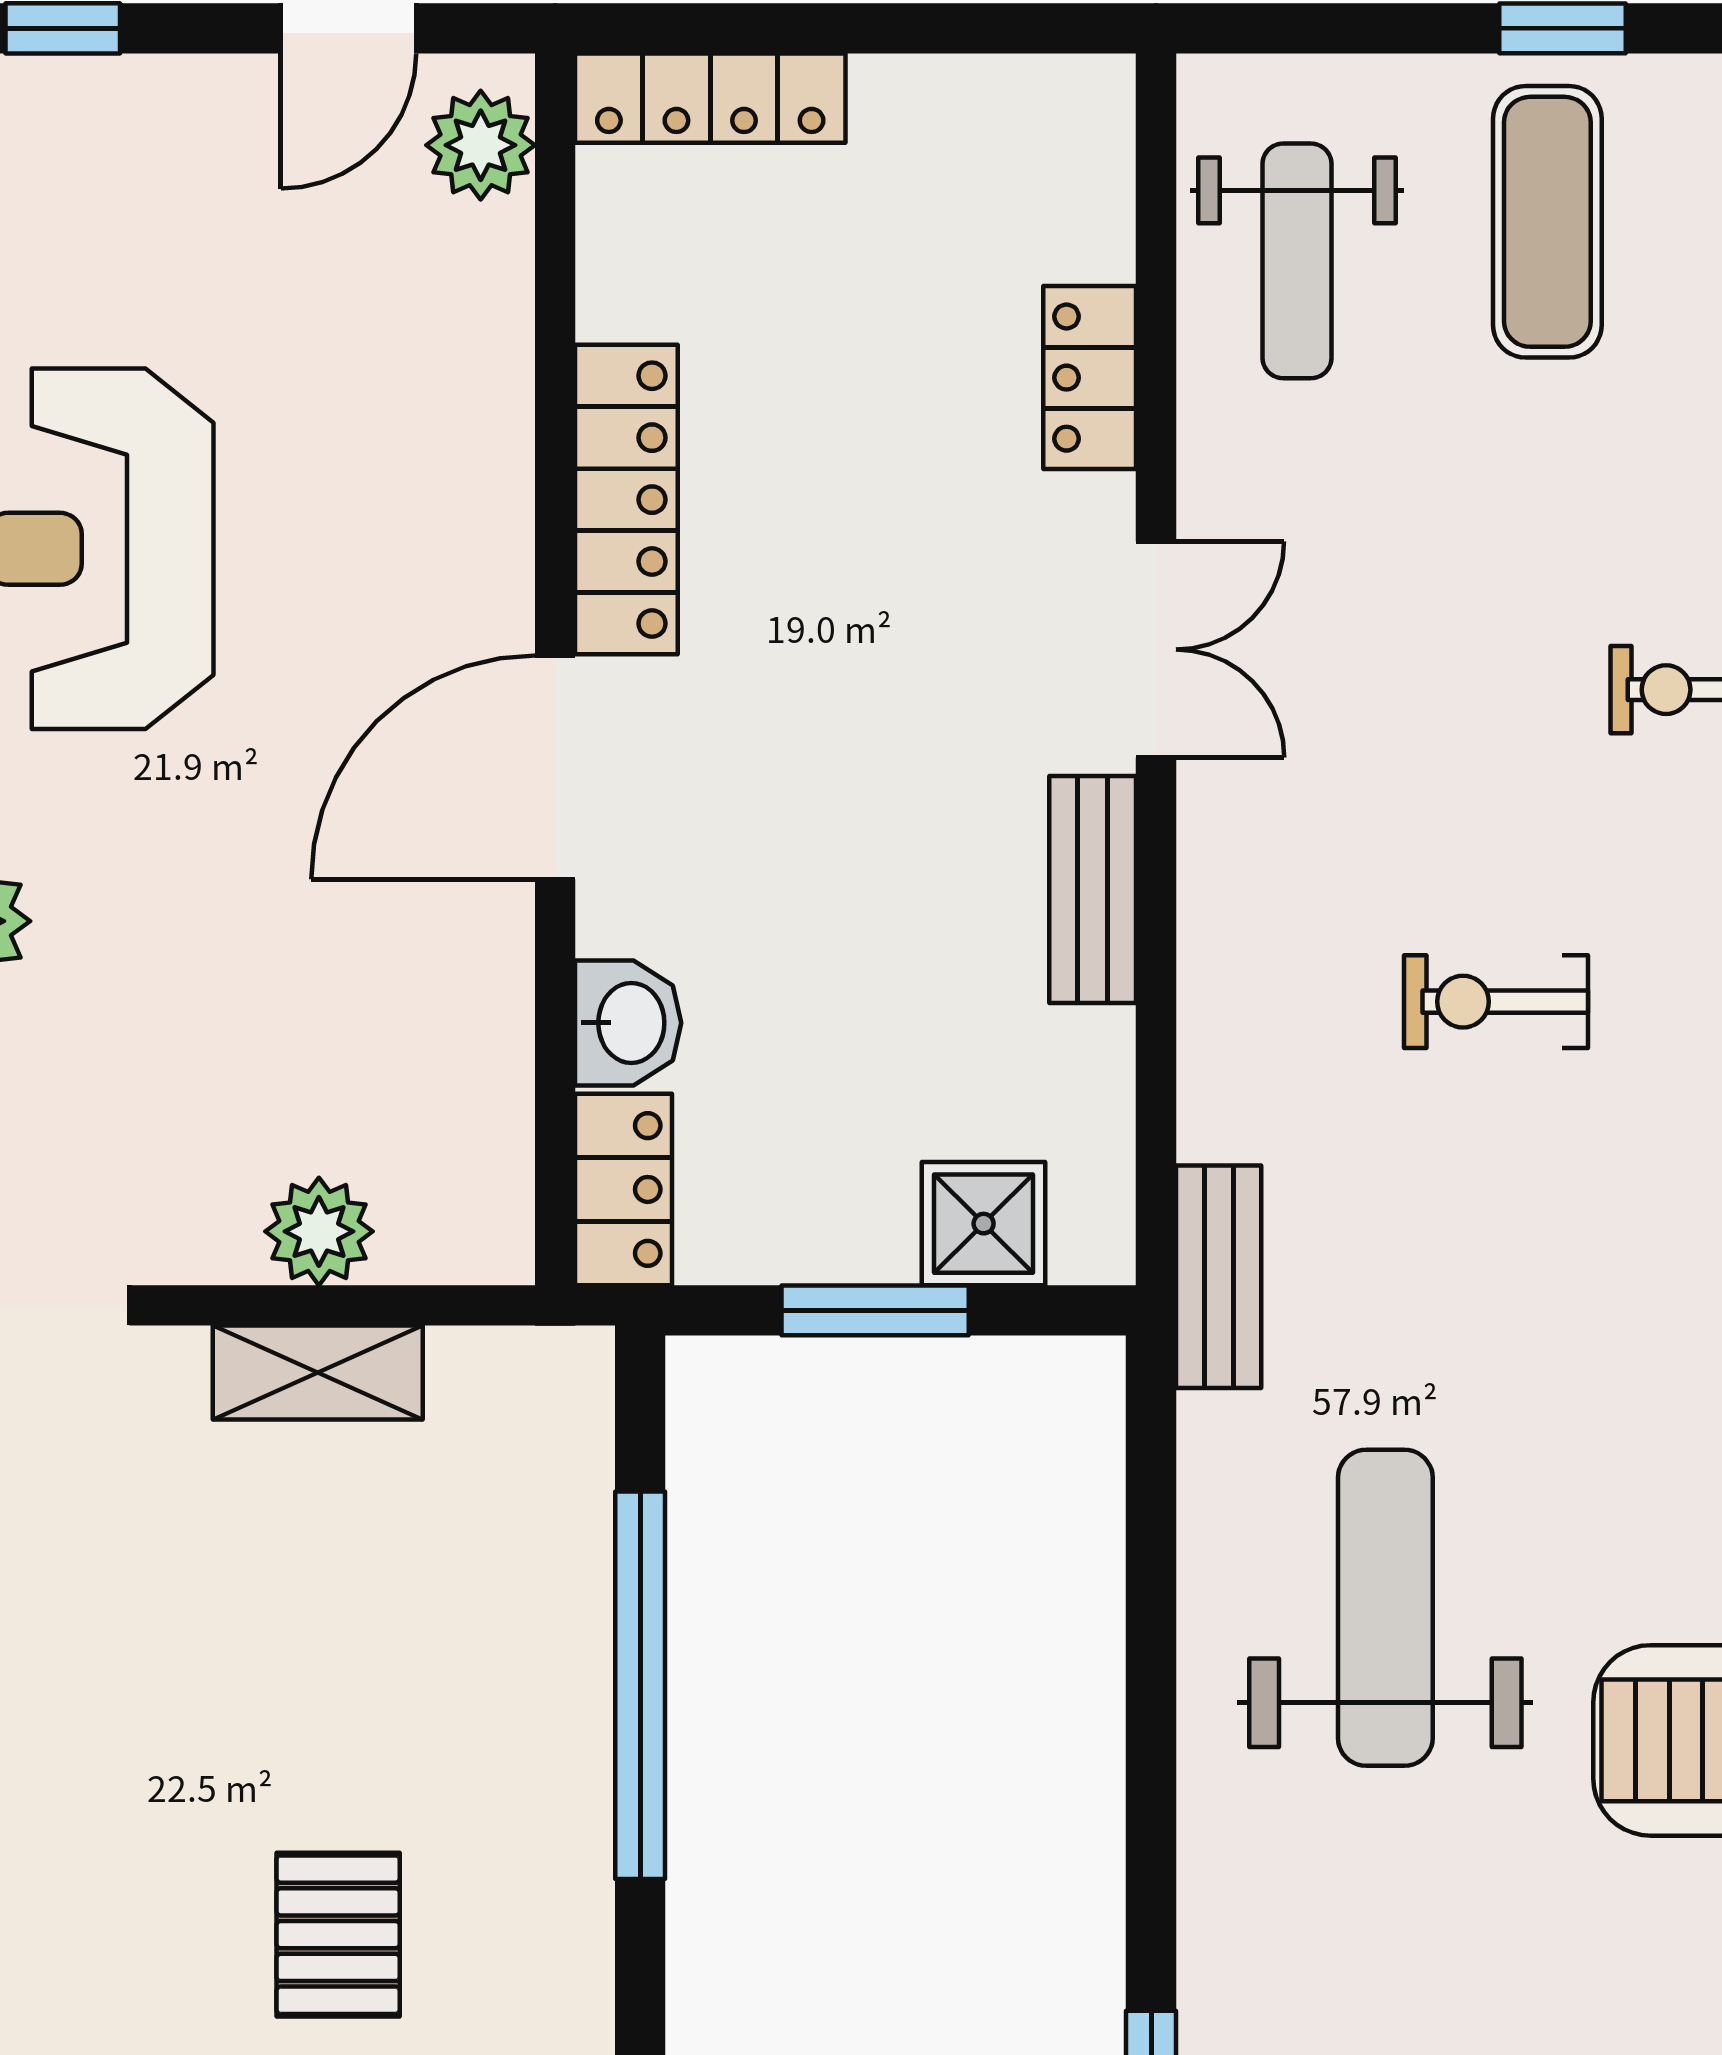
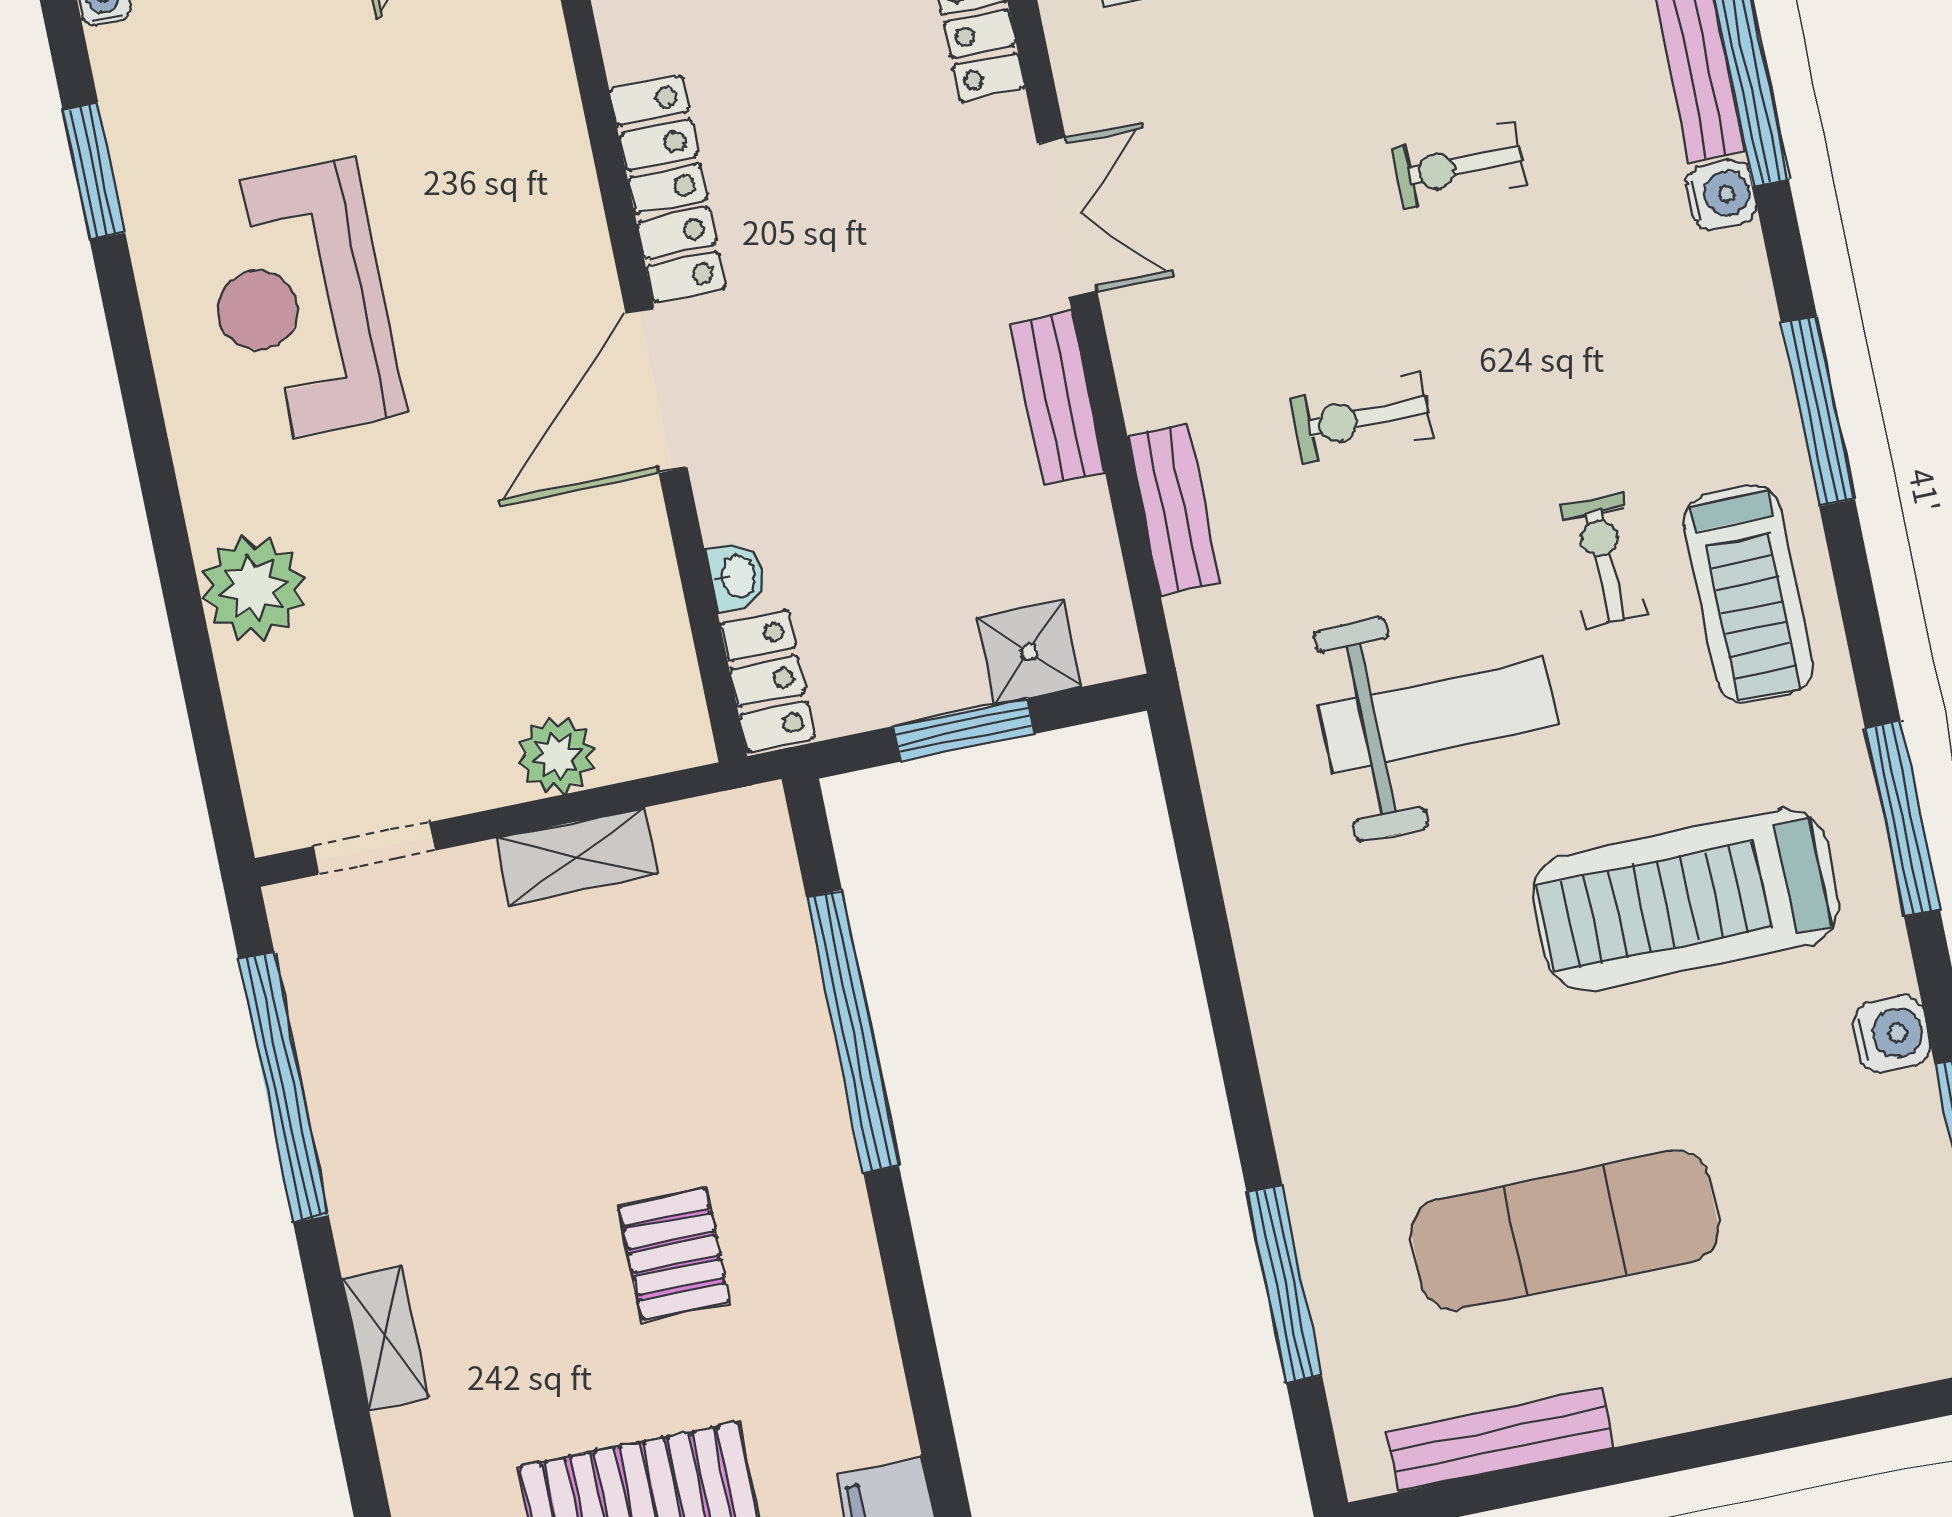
washbasin: (628, 1023) -> (737, 576), width x0.72, depth x0.69
bench: (1219, 1277) -> (1174, 510), moved
weight bench: (1385, 1608) -> (1439, 715), moved, turned 90

